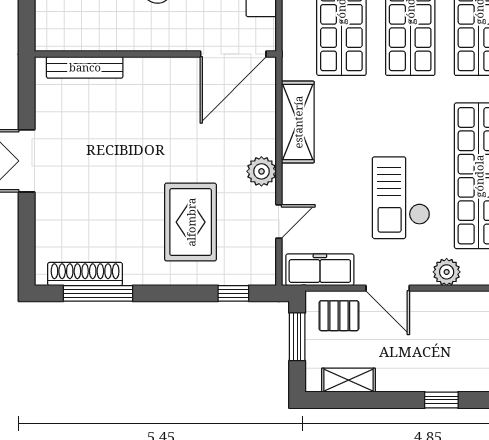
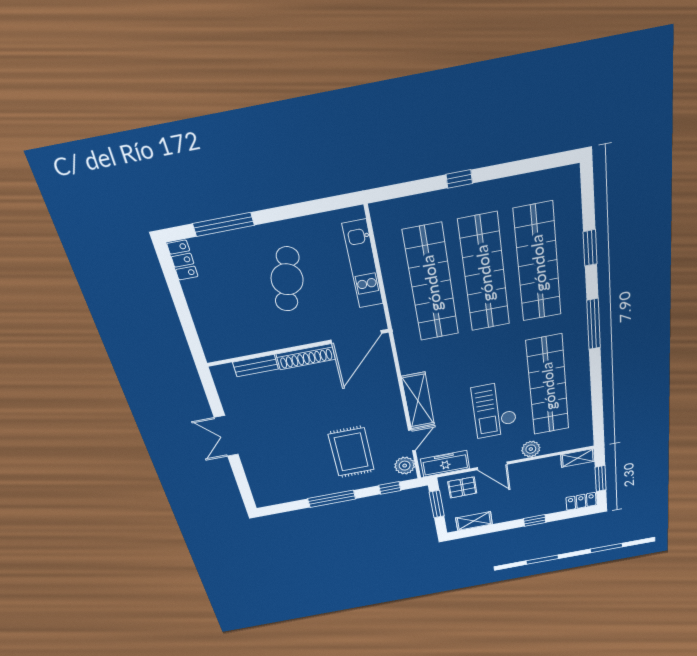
bench: (85, 67) -> (256, 366), width x0.73
shelving: (298, 122) -> (418, 401), moved
plant: (261, 171) -> (405, 466), moved
shoe rack: (85, 274) -> (306, 357), moved, turned 180
window: (98, 293) -> (332, 499), moved

